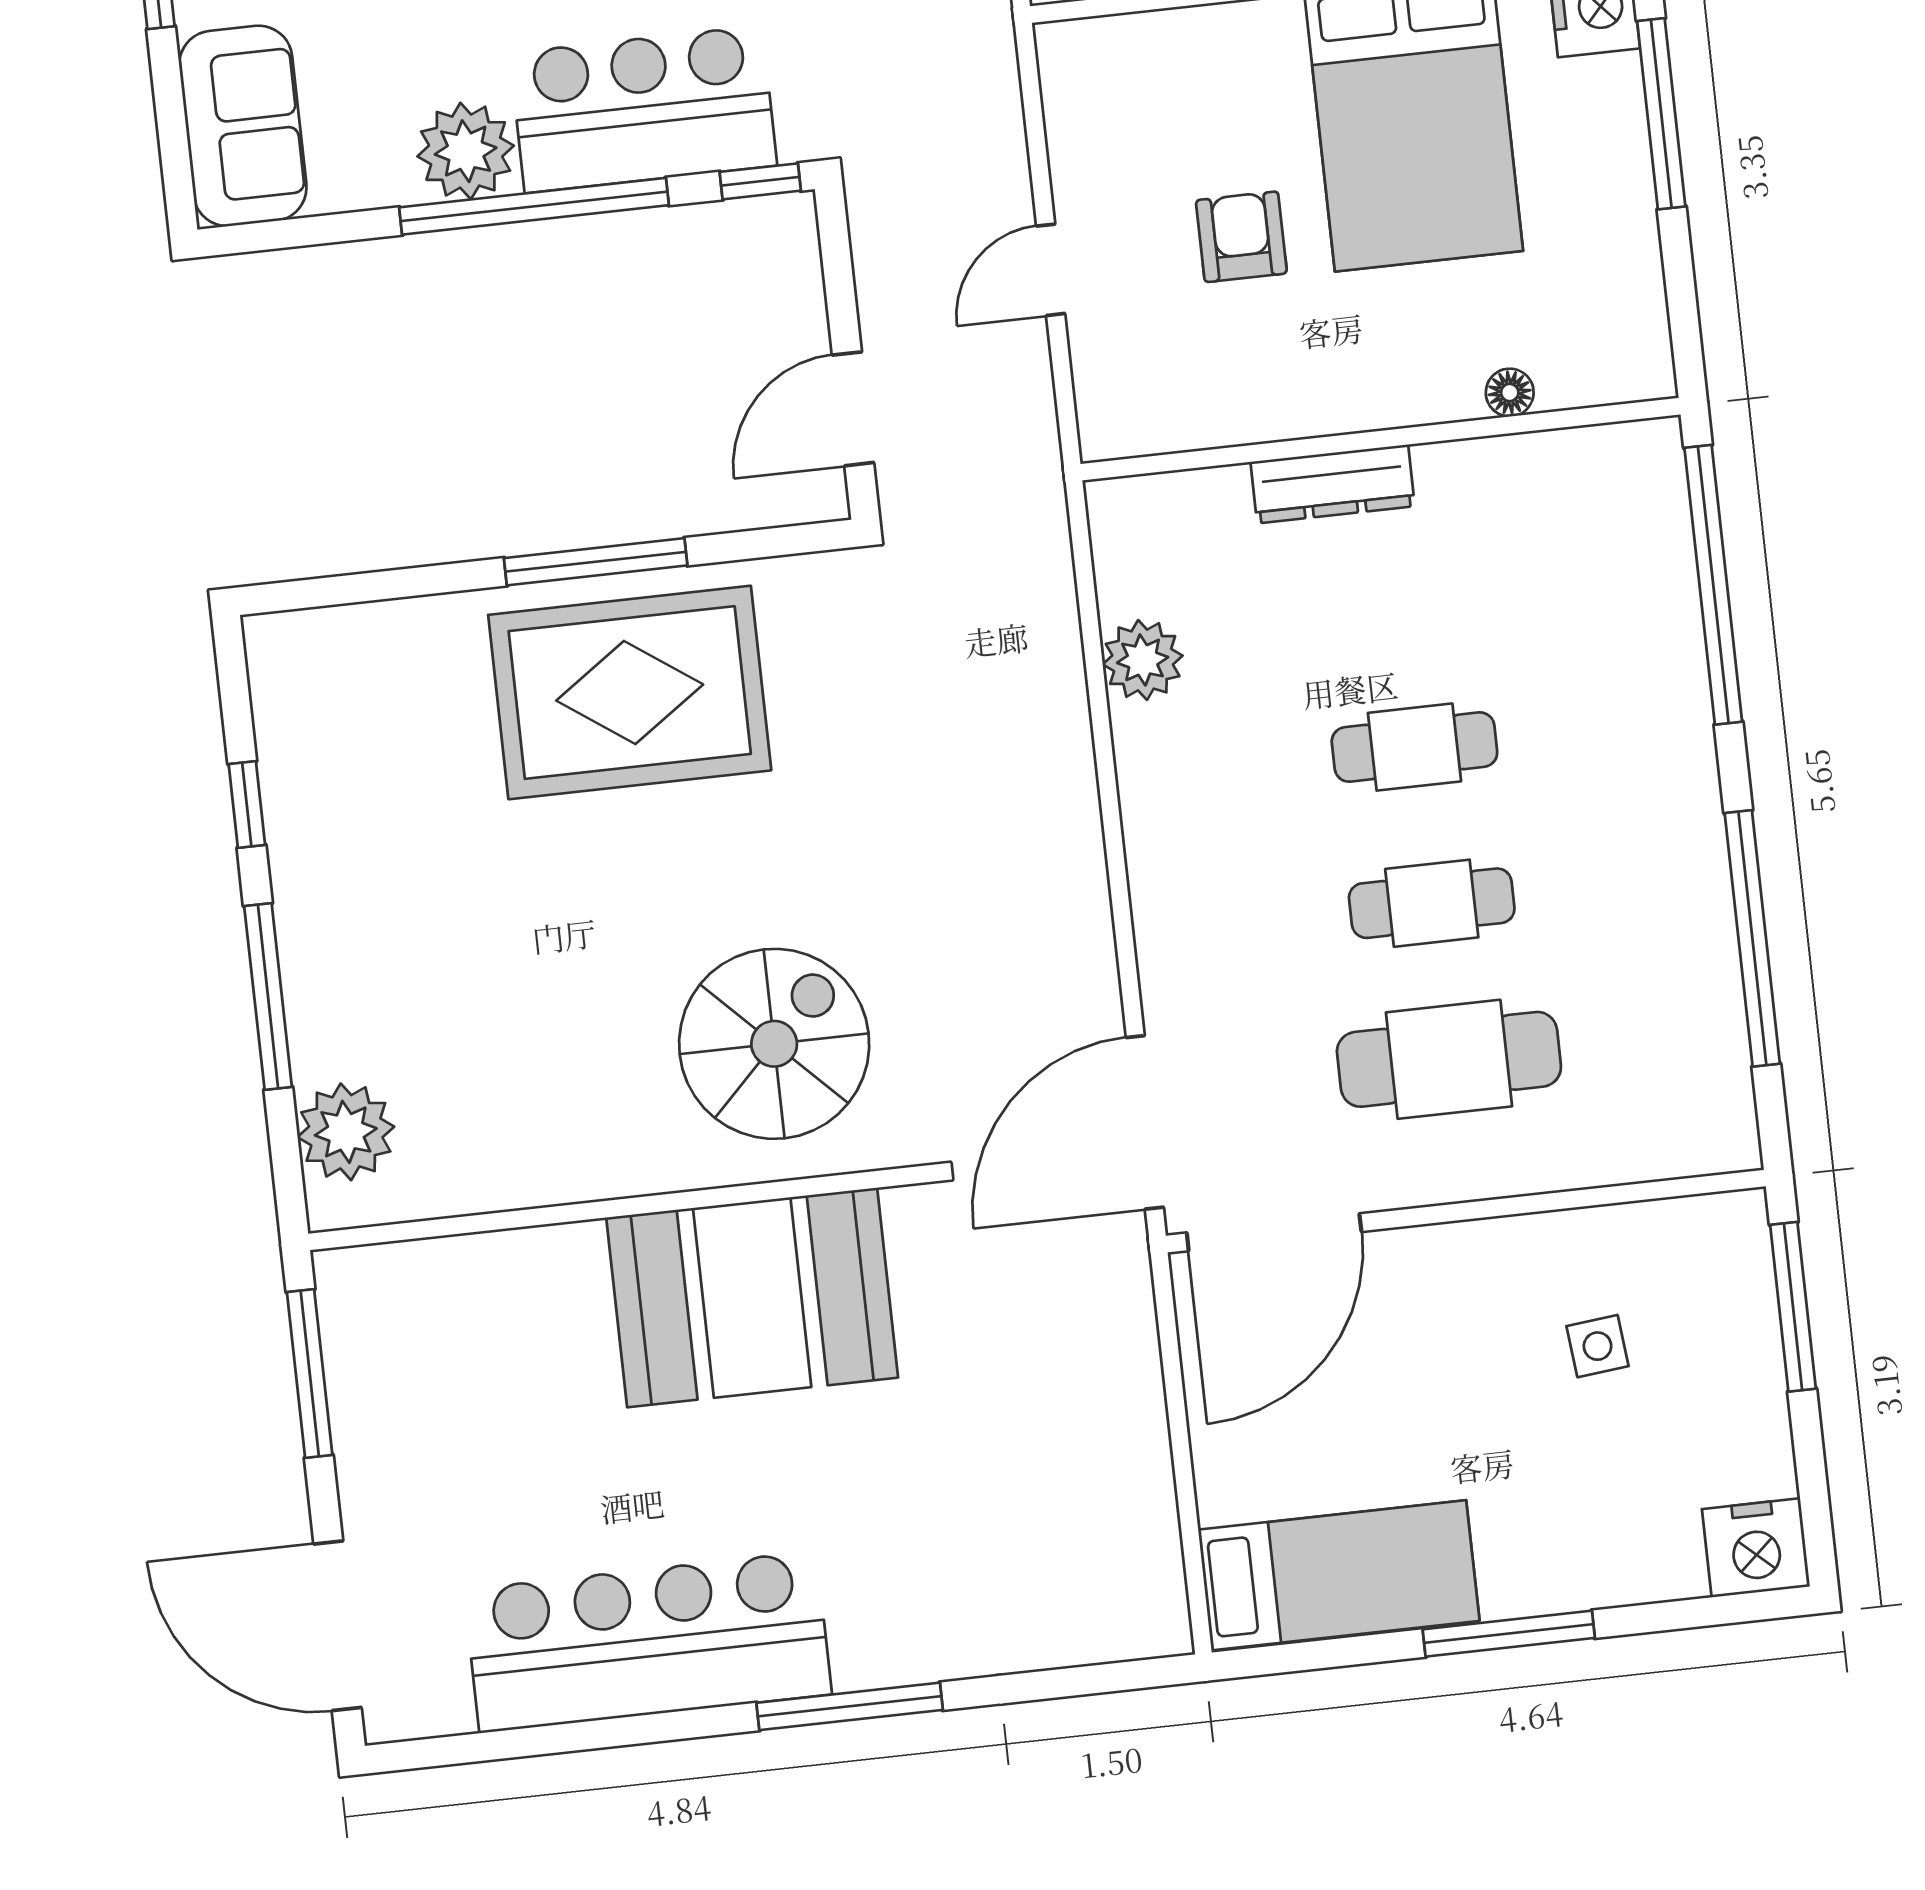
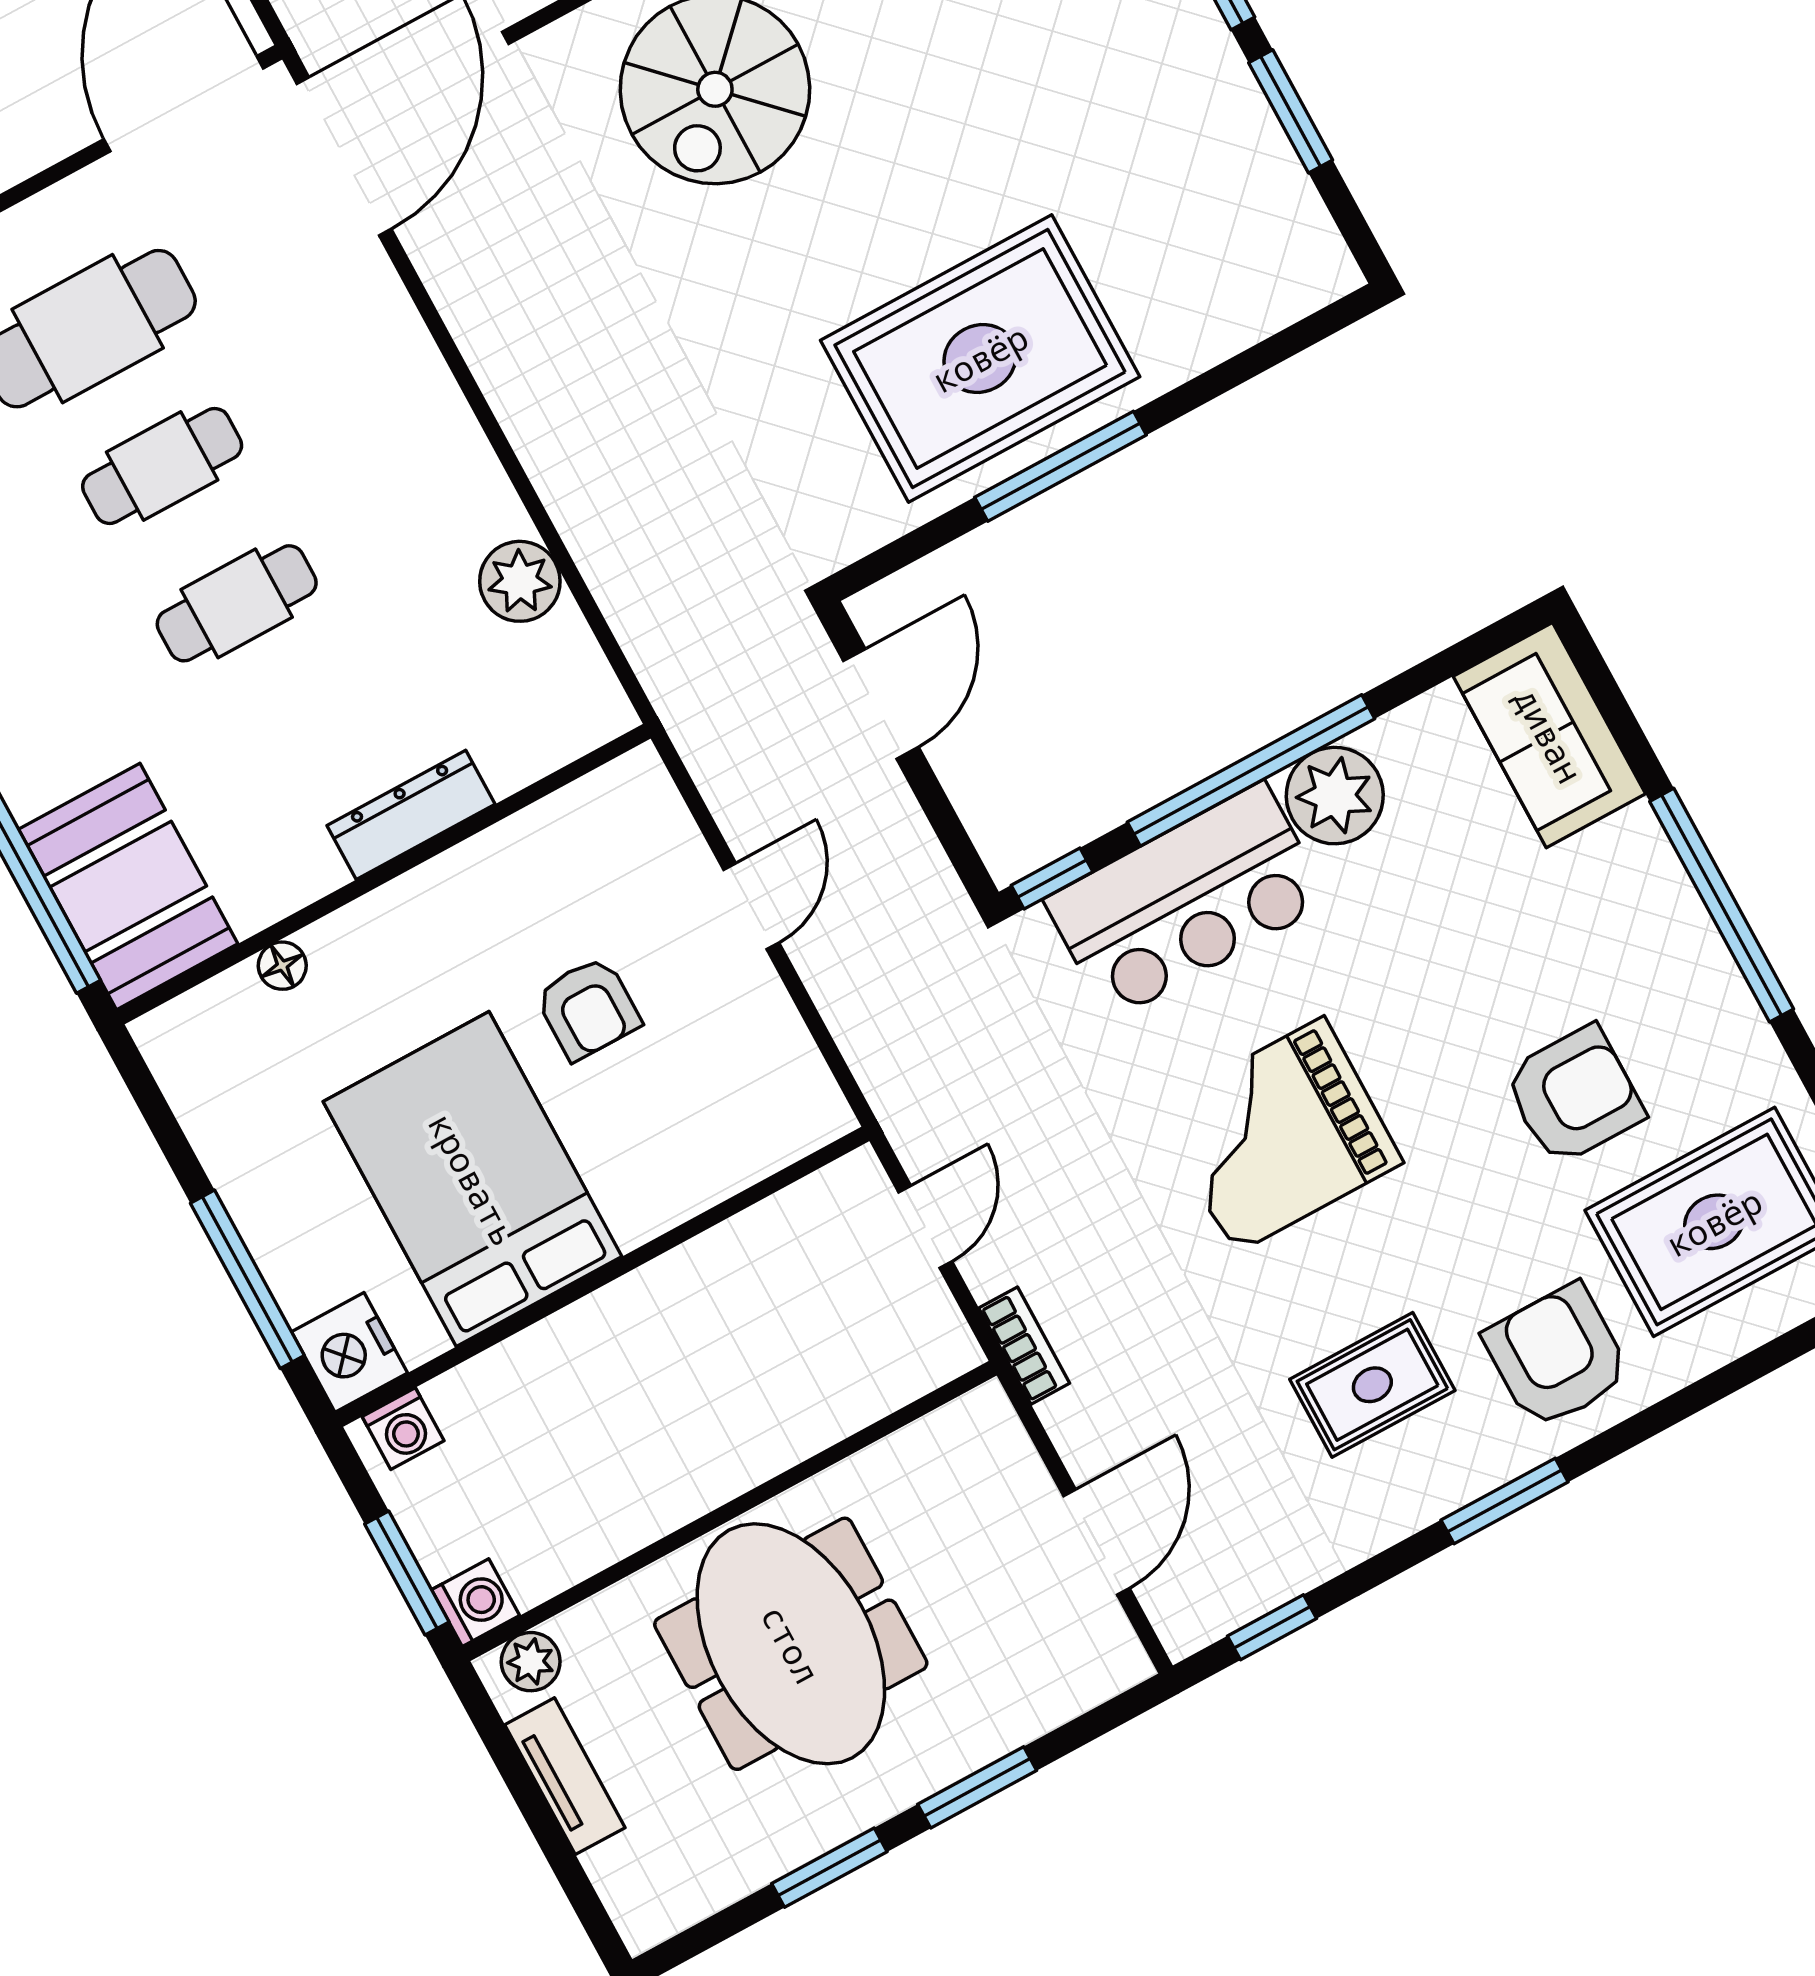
booth: (1623, 525) -> (128, 886), added
window: (247, 805) -> (1291, 111), width x1.50

